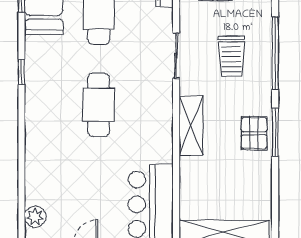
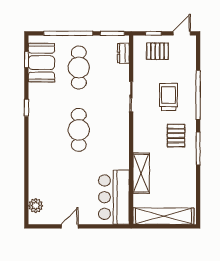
trolley: (231, 56) -> (169, 97), turned 180
shelving: (191, 126) -> (141, 173), moved
pallet: (254, 133) -> (176, 136), moved

